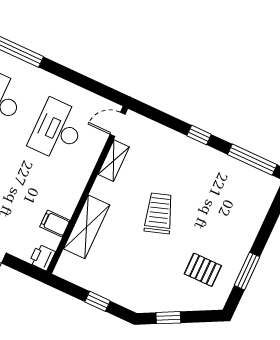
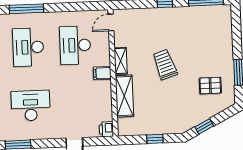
shelving: (114, 161) -> (121, 61), moved
filing cabinet: (55, 224) -> (102, 73), moved

